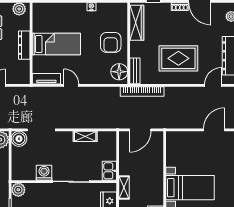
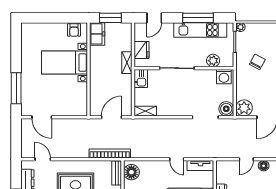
door: (213, 85) -> (43, 159), swing flipped
door: (214, 130) -> (42, 117), hinge flipped
shelving: (85, 136) -> (145, 111), moved
washing machine: (44, 173) -> (224, 77), moved
plant: (18, 190) -> (213, 61), moved

